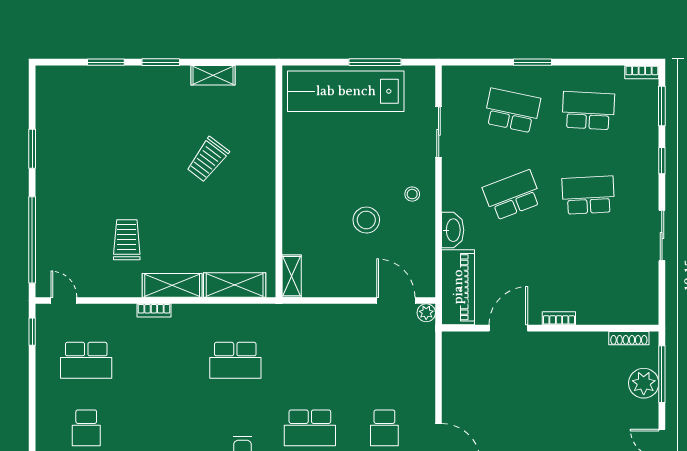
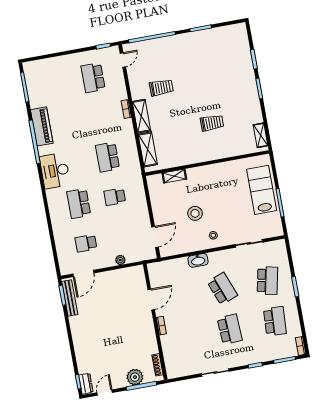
shelving: (213, 75) -> (261, 135), moved
lab bench: (346, 91) -> (262, 190), width x0.73
trolley: (208, 159) -> (212, 123), turned 143
shelving: (292, 276) -> (174, 176), moved
piano: (458, 287) -> (168, 269), removed
plant: (426, 313) -> (120, 260), moved
door: (508, 328) -> (151, 300), hinge flipped
school desk: (86, 428) -> (115, 197), moved

